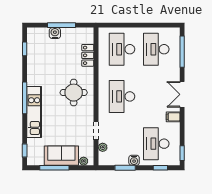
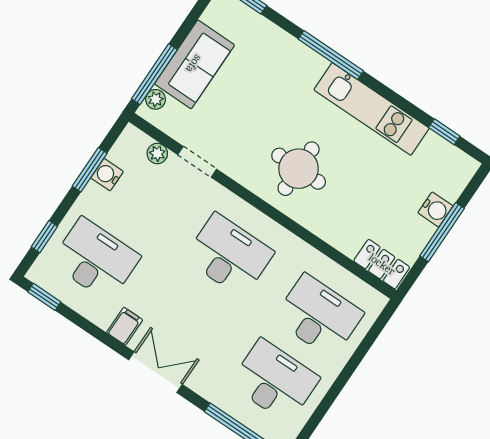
locker: (88, 55) -> (382, 264), moved
window: (25, 98) -> (331, 55), moved
kitchen unit: (34, 112) -> (372, 109), moved
water cooler: (134, 160) -> (107, 175), moved
window: (54, 168) -> (154, 74), moved

